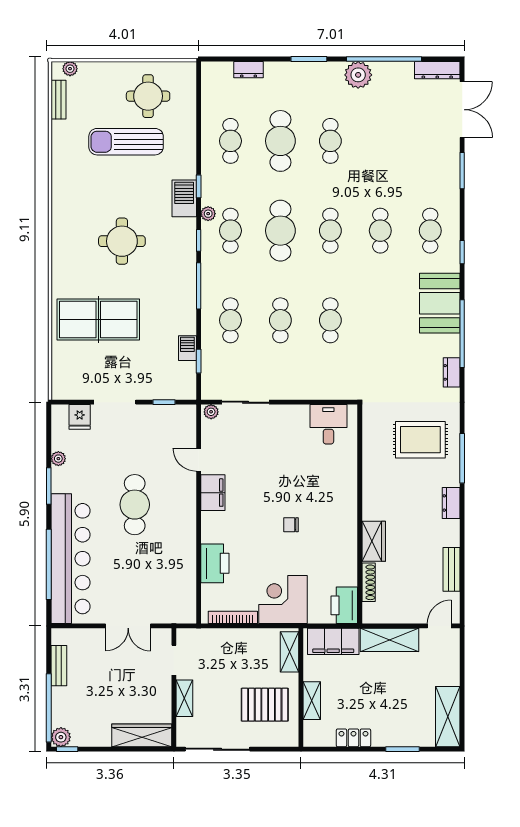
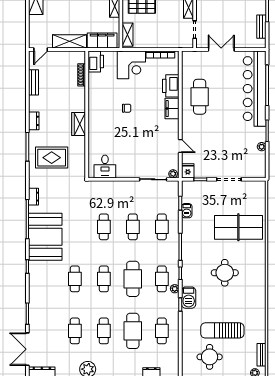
sun lounger: (126, 142) -> (222, 330), turned 180
cafe table: (430, 231) -> (75, 331), moved
booth: (440, 303) -> (45, 237), width x1.36, depth x1.42
fridge: (80, 417) -> (188, 171), moved
filing cabinet: (213, 493) -> (172, 109), moved
cafe table: (135, 505) -> (200, 97), moved
wardrobe: (374, 541) -> (79, 124), moved

